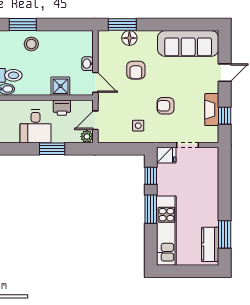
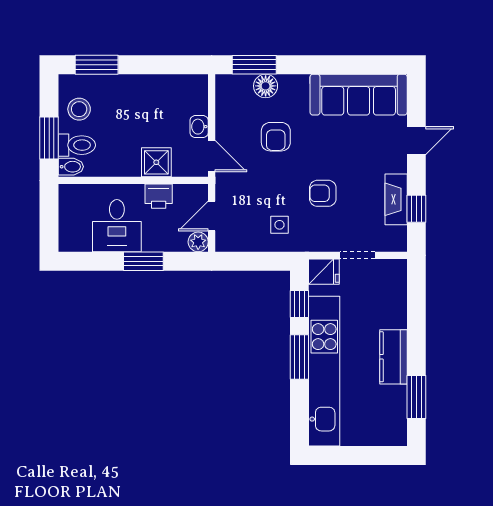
stool: (31, 44) -> (79, 109), moved
kitchen unit: (166, 231) -> (324, 371), width x1.36
kitchen counter: (210, 244) -> (393, 357), moved

